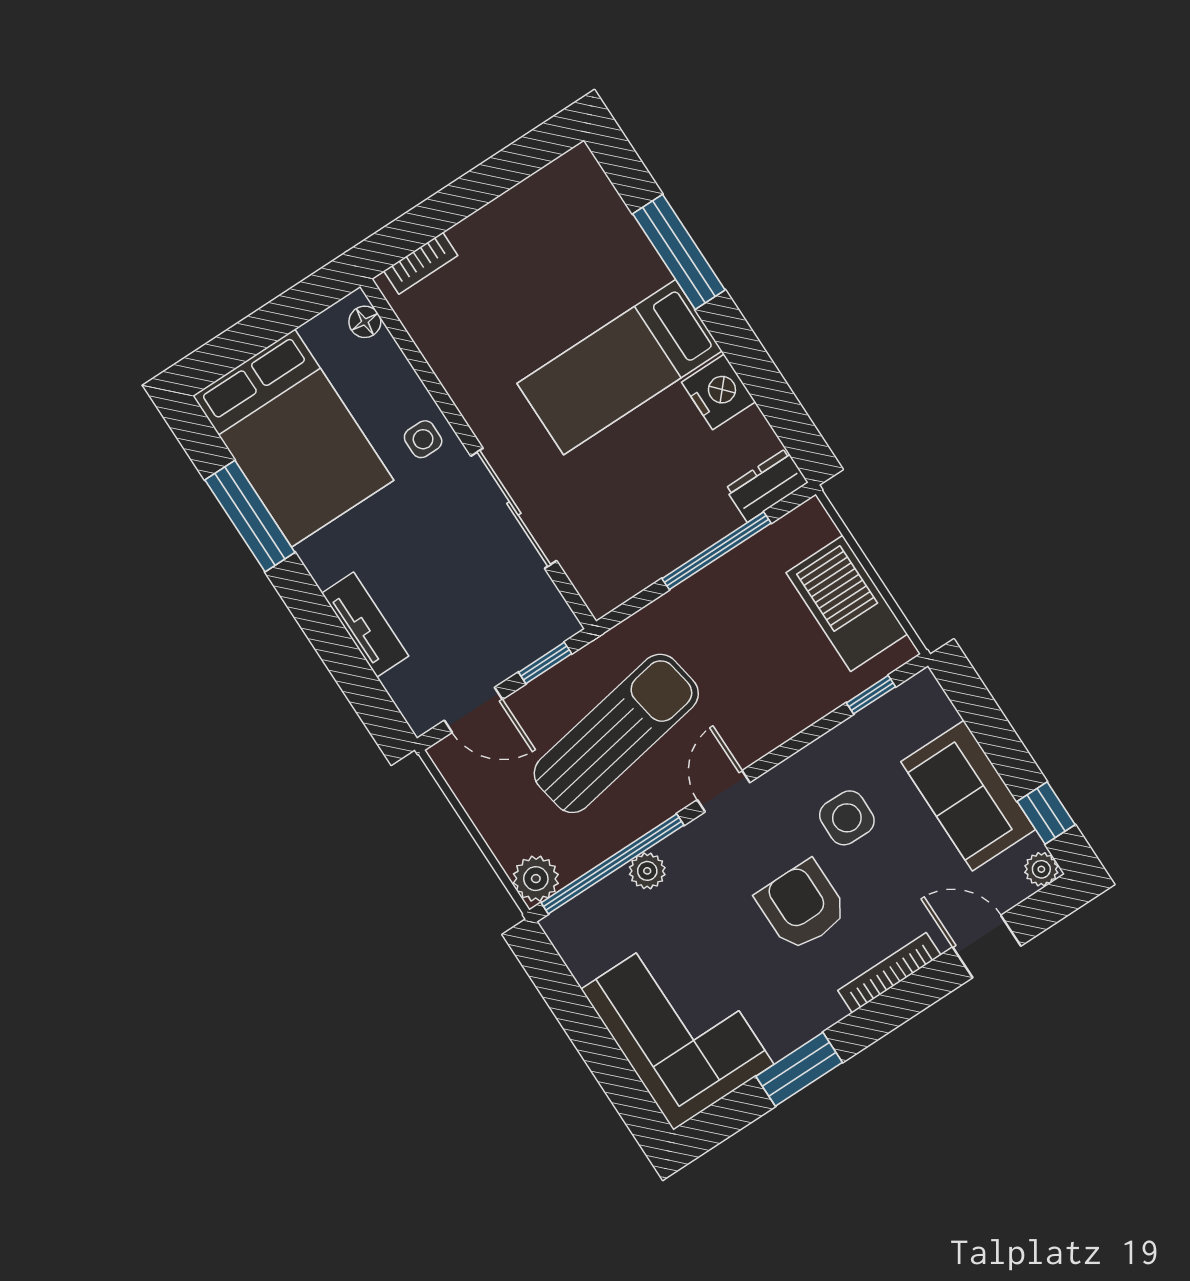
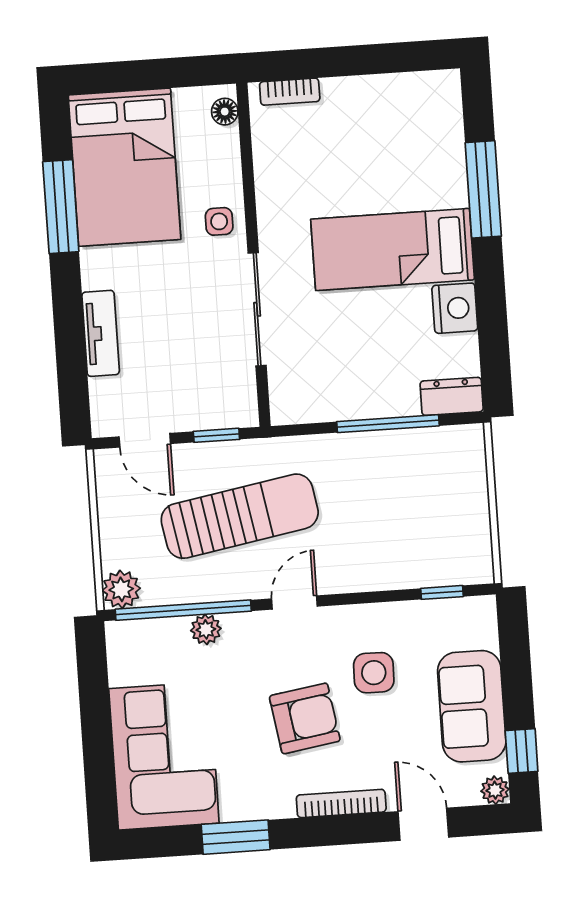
barbecue: (847, 603) -> (462, 516), removed
armchair: (802, 906) -> (305, 718), turned 81

